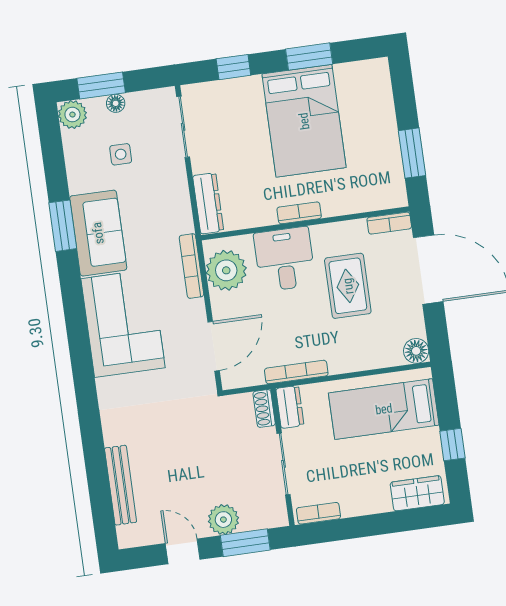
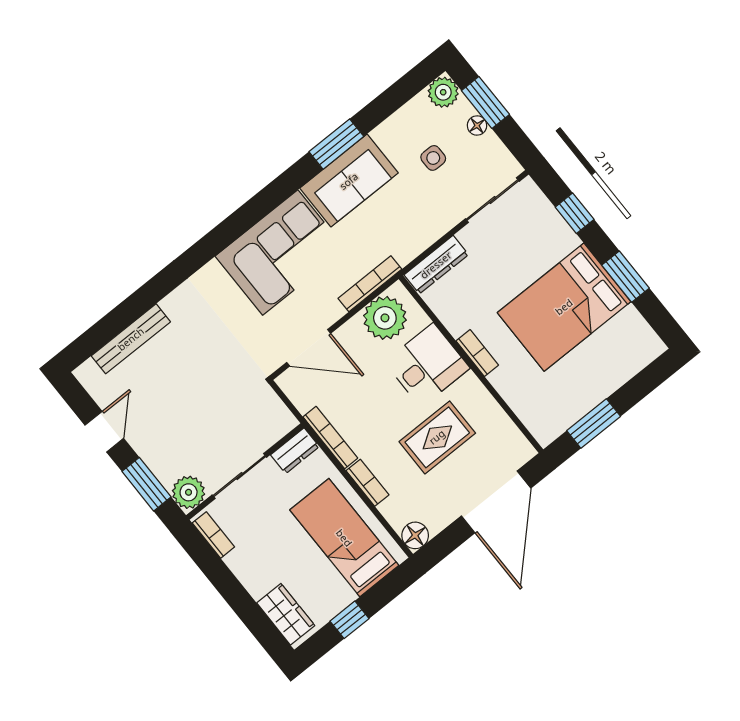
bookcase: (389, 223) -> (367, 483), moved, turned 180
shoe rack: (264, 408) -> (279, 428), removed
plant: (223, 520) -> (189, 492), moved

